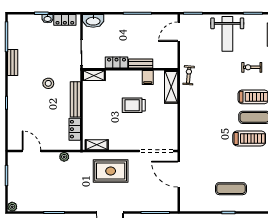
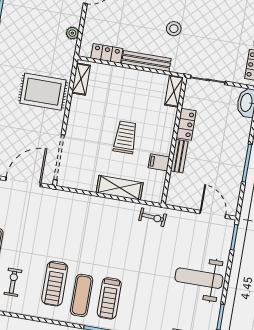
exercise bike: (252, 67) -> (13, 282), moved
shelving: (171, 87) -> (120, 188), moved
rug: (111, 171) -> (43, 92), turned 90

